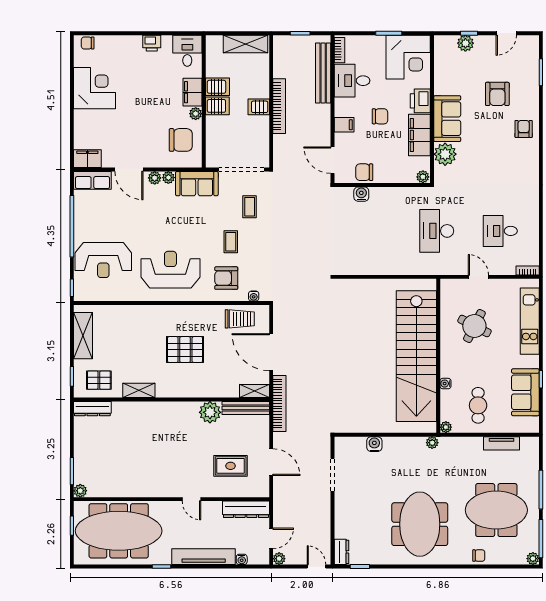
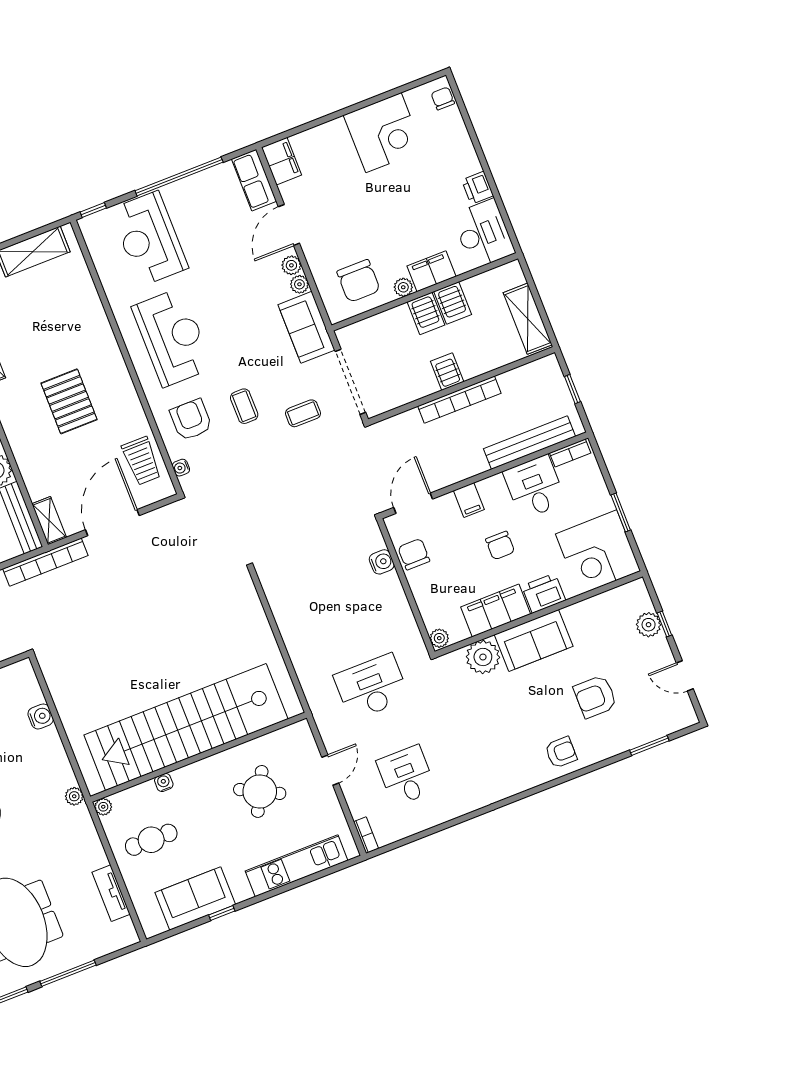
desk: (187, 51) -> (483, 234), width x1.37
coffee table: (231, 242) -> (244, 406), turned 90

